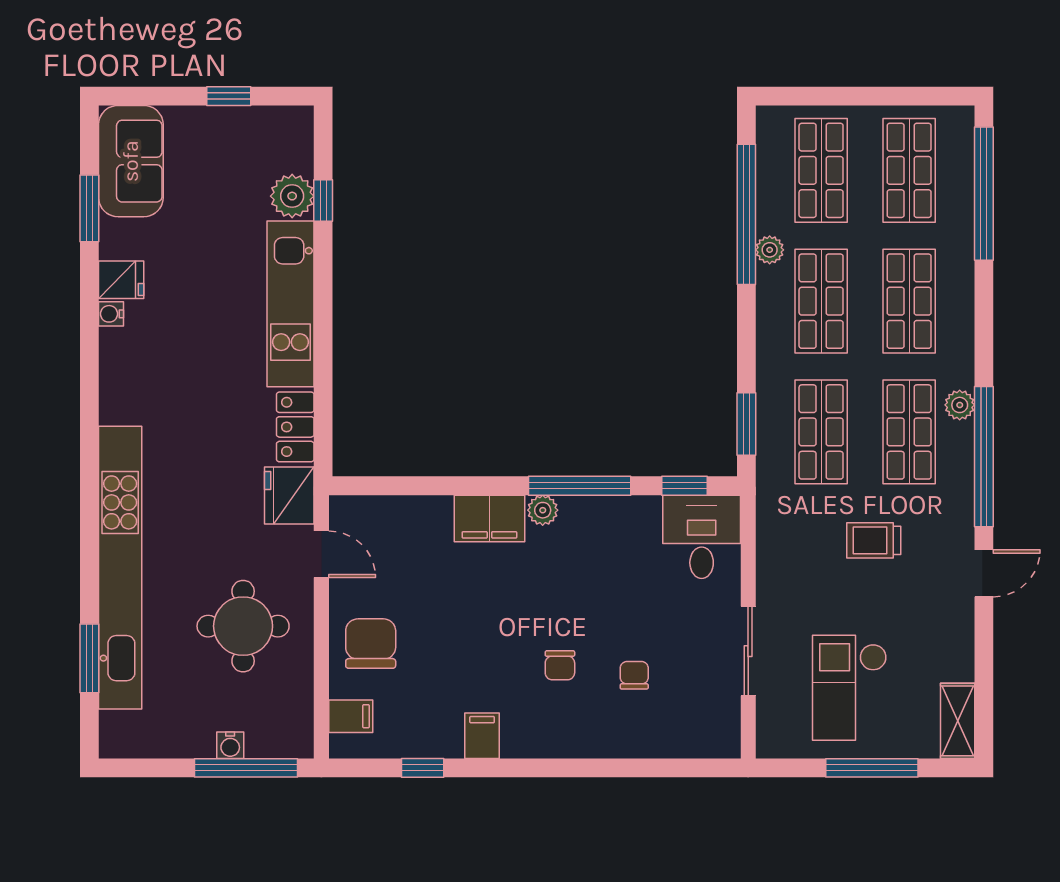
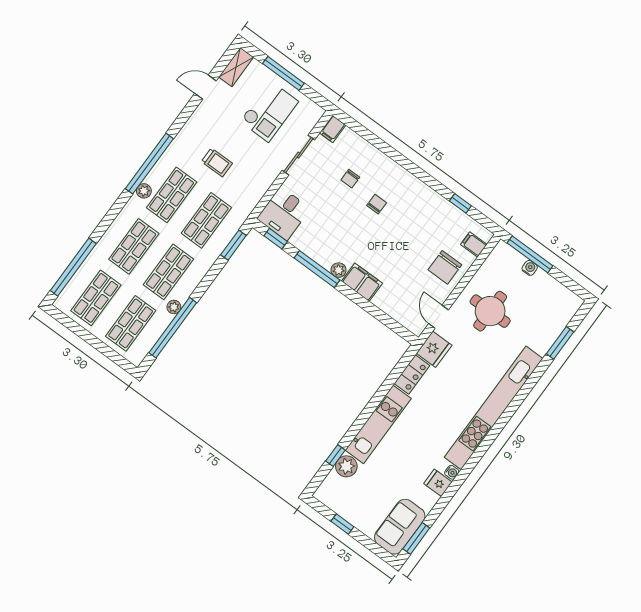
window: (89, 208) -> (416, 538), moved
kitchen unit: (120, 568) -> (494, 408), moved
door: (984, 573) -> (205, 87), moved
filing cabinet: (482, 736) -> (333, 129), moved

